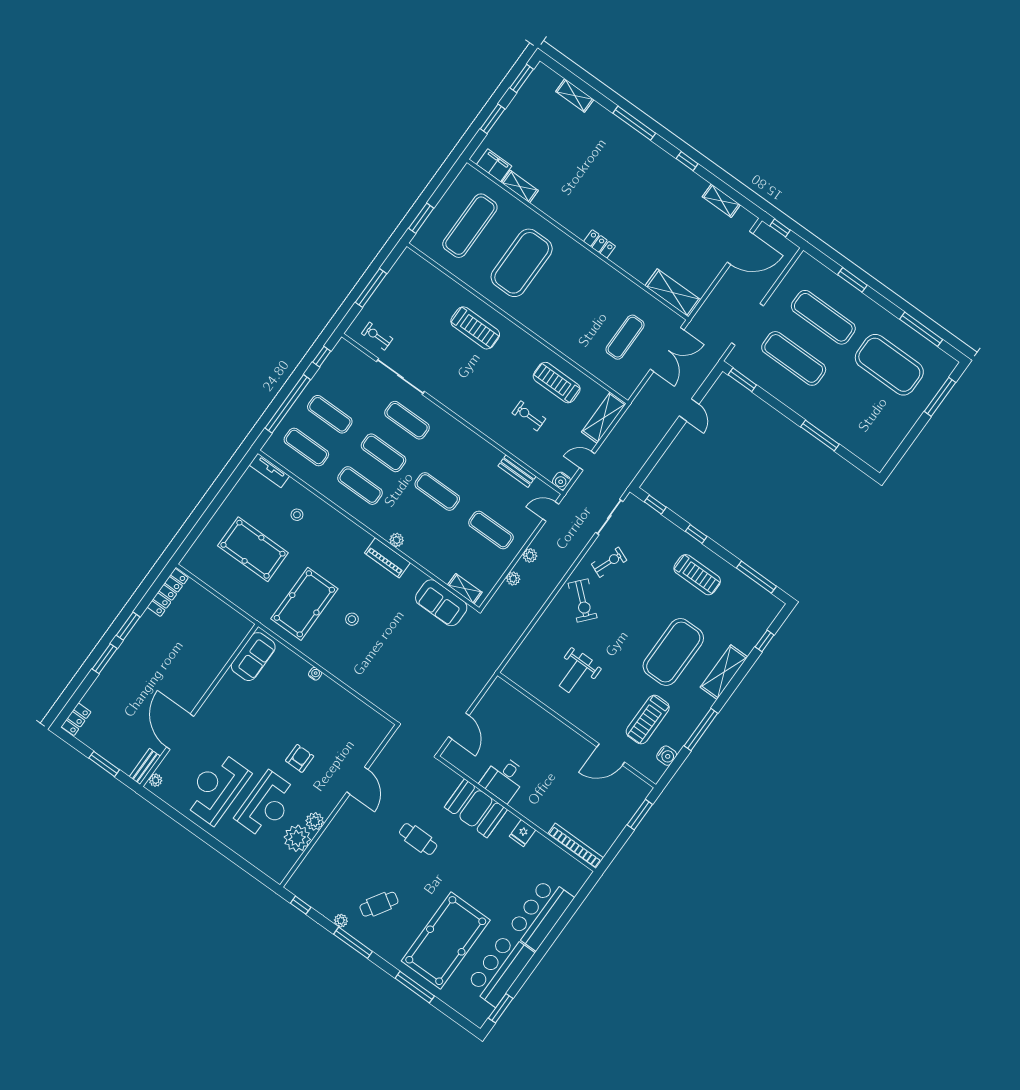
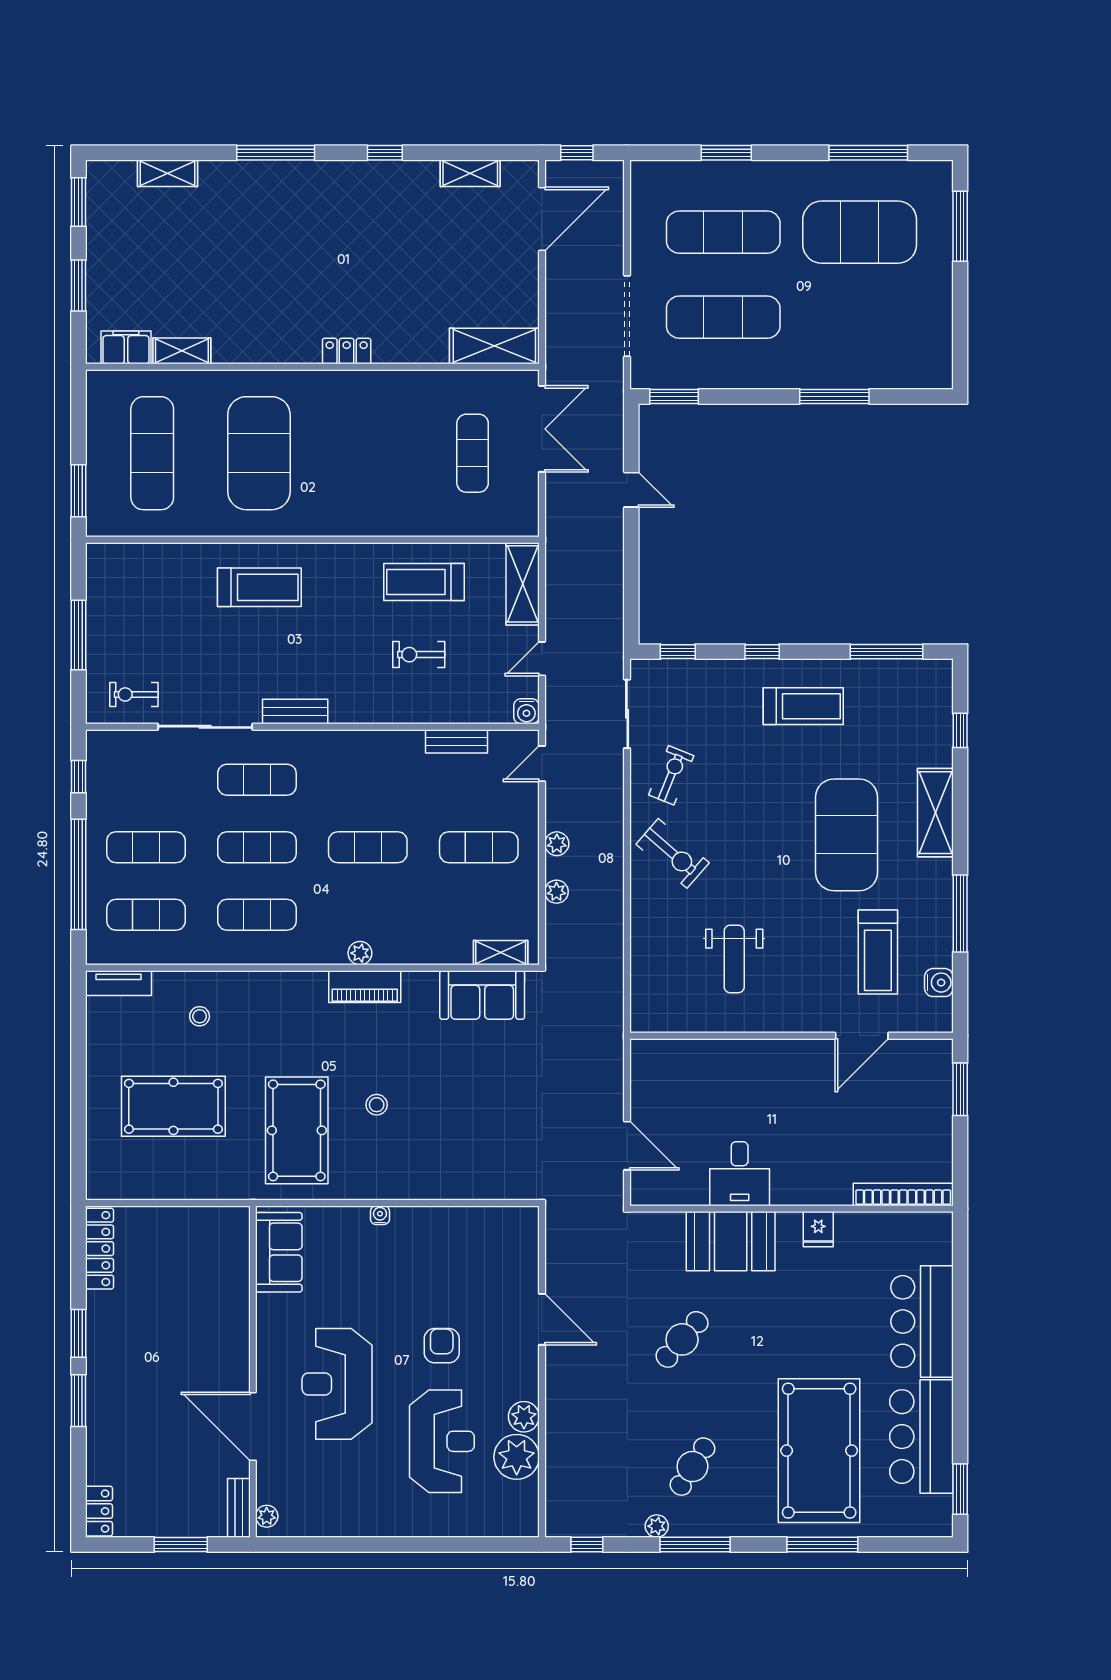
bench: (449, 400) -> (295, 711), added
reception desk: (216, 788) -> (337, 1384), moved
cafe table: (418, 839) -> (682, 1339), turned -49

